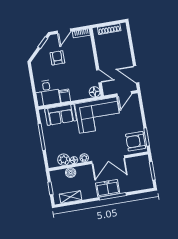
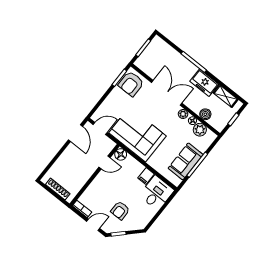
door: (99, 76) -> (105, 162), swing flipped
sofa: (61, 115) -> (186, 161), moved, turned -90
armchair: (136, 141) -> (131, 84), turned 90
freezer: (108, 188) -> (204, 83), moved

